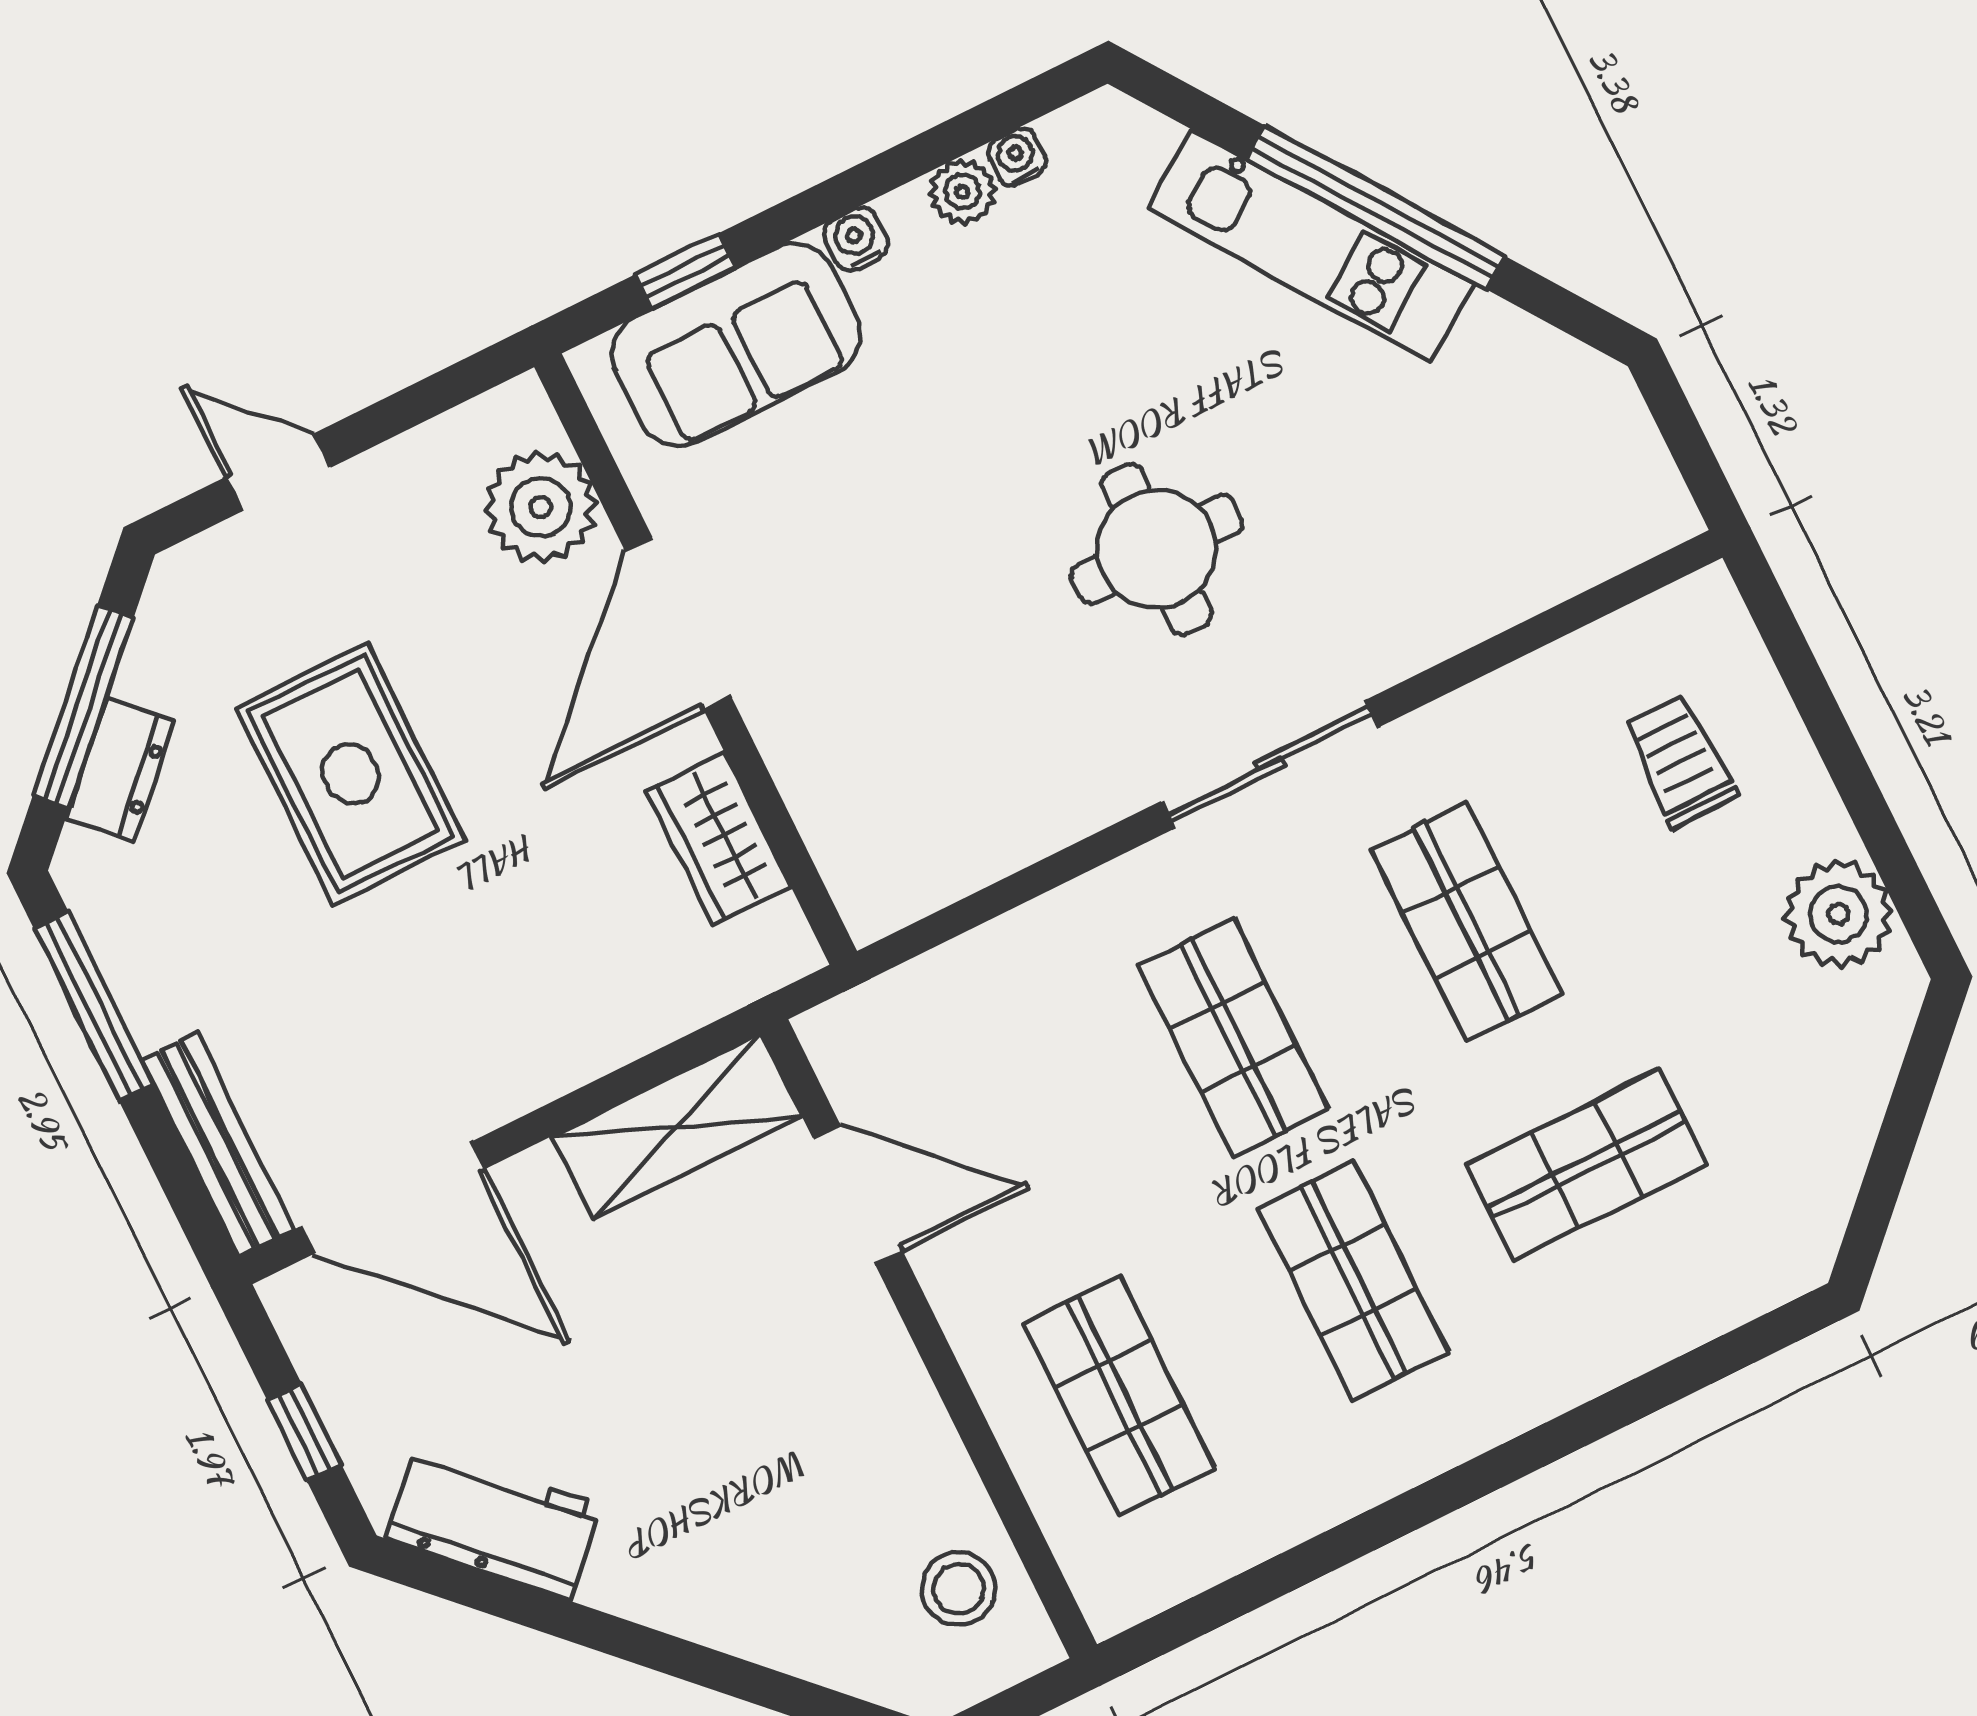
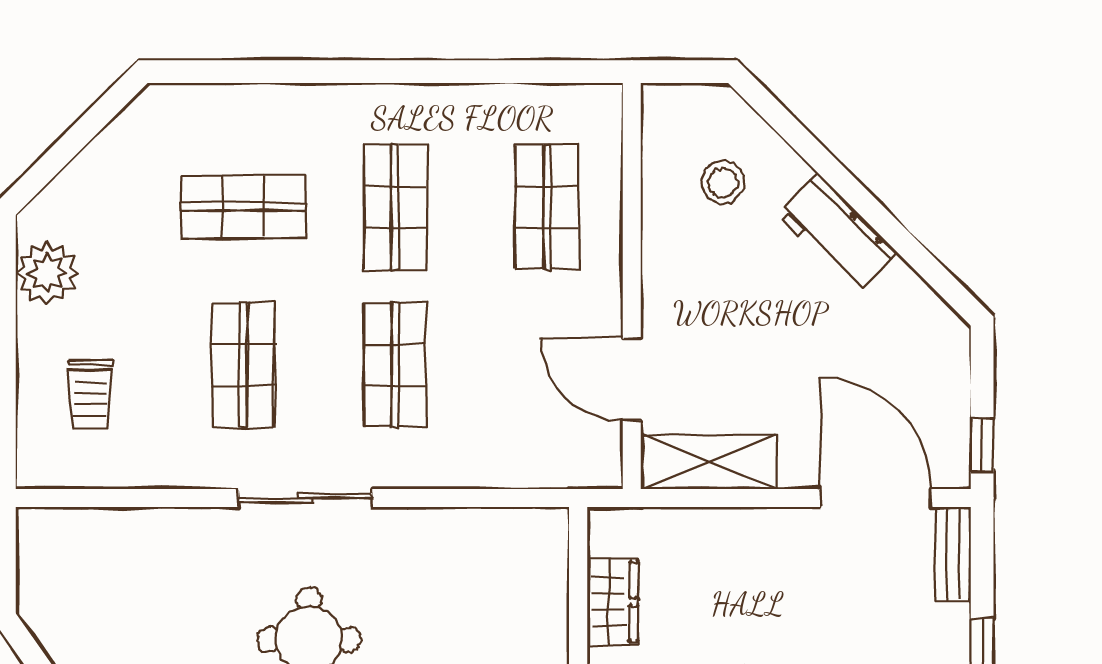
bench: (218, 1145) -> (953, 554), width x0.73
window: (304, 1432) -> (982, 445), moved
workbench: (494, 1522) -> (837, 233), moved
stool: (959, 1589) -> (723, 182), moved

